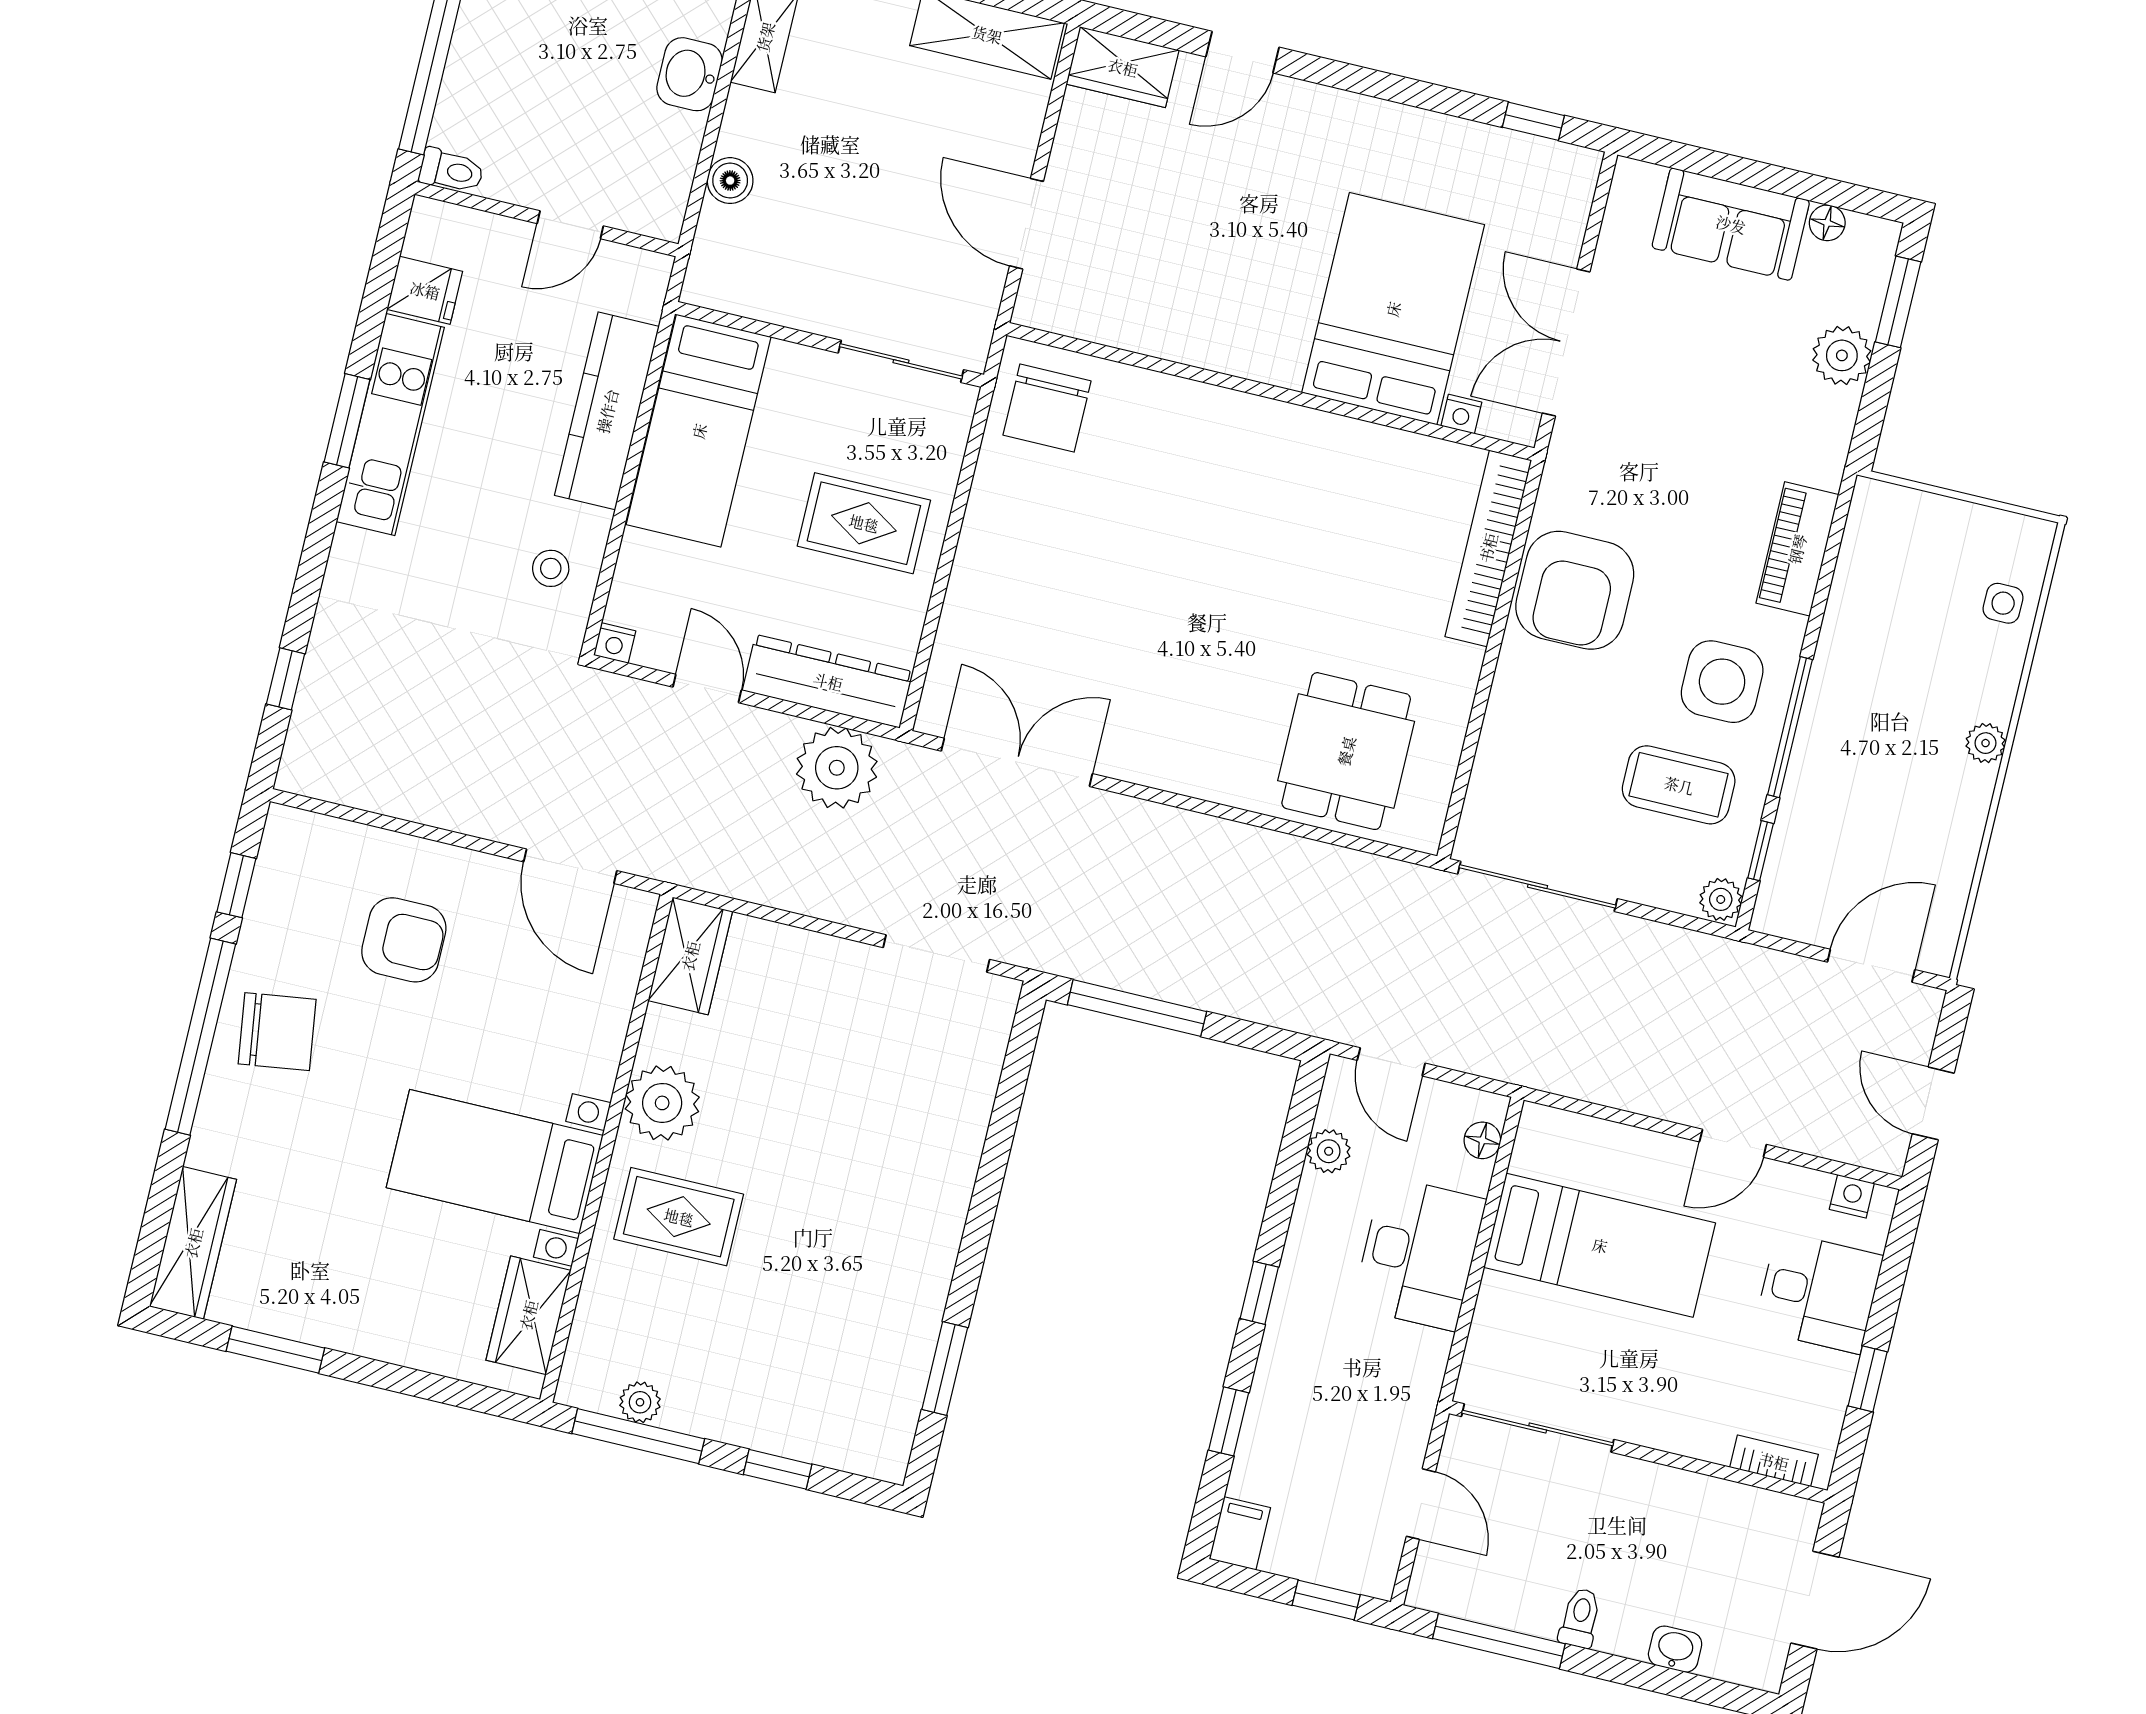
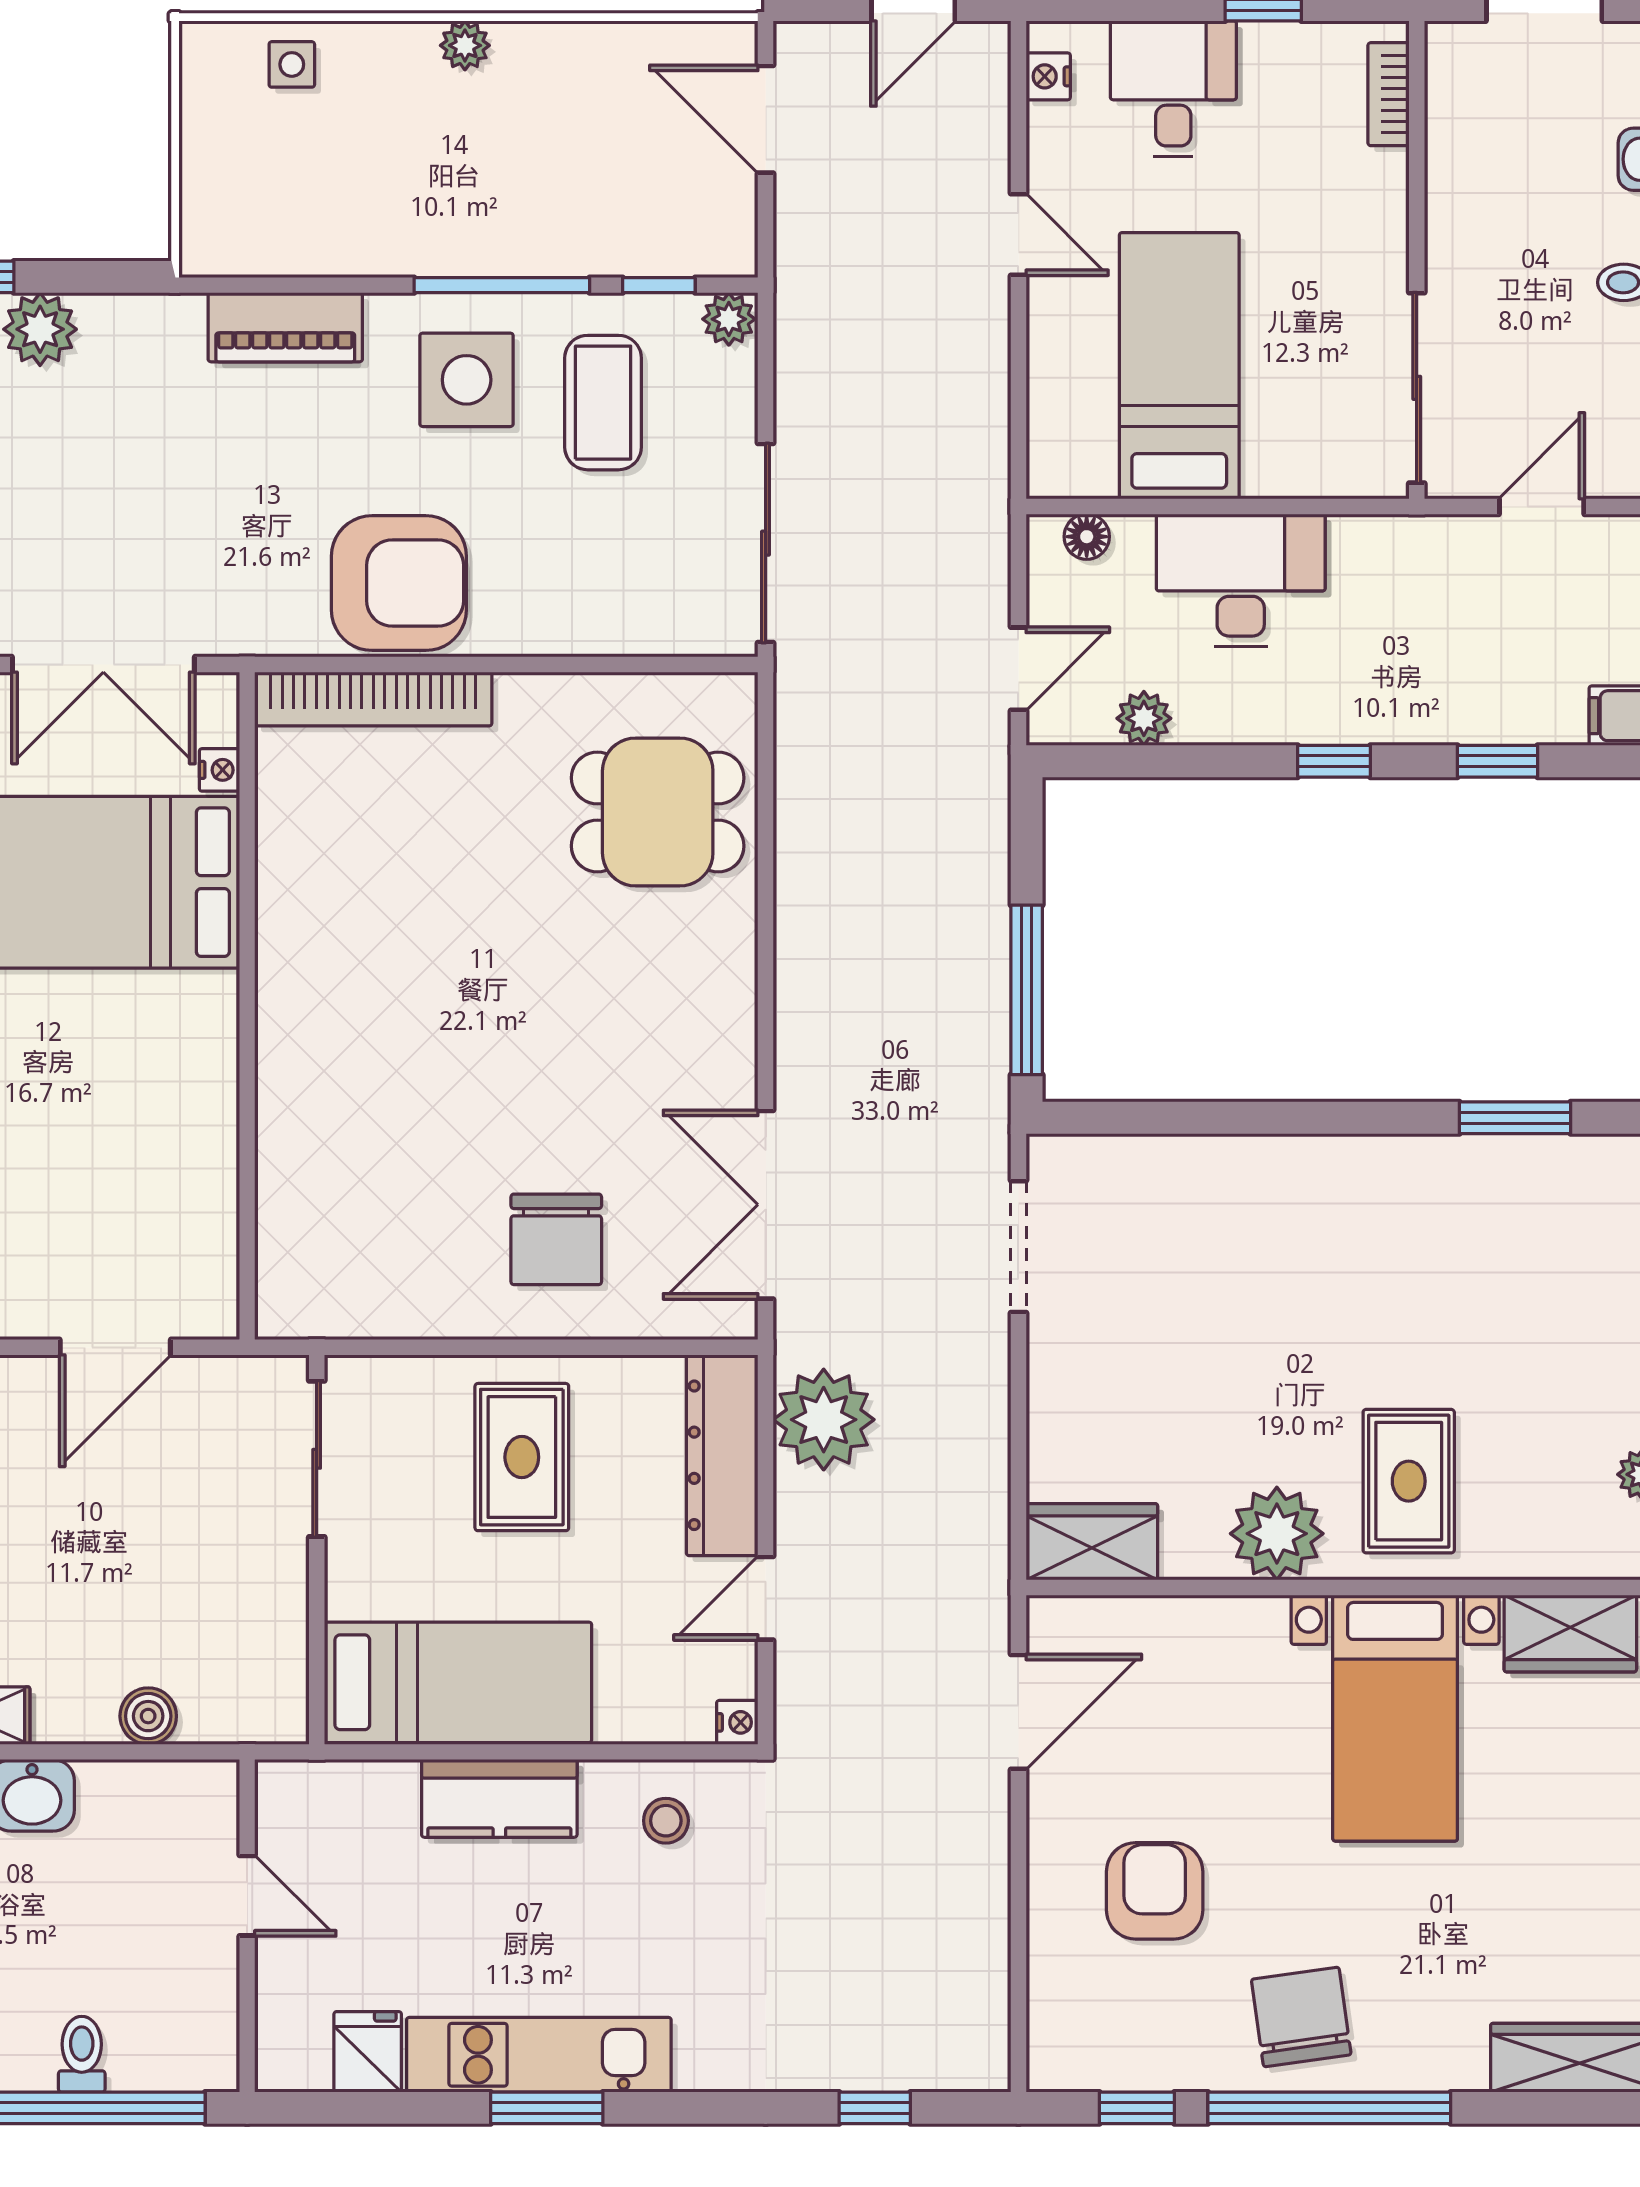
toilet: (451, 171) -> (82, 2054), moved
chair: (1047, 408) -> (556, 1239), moved, turned 90
kitchen counter: (607, 411) -> (499, 1798), width x0.67

